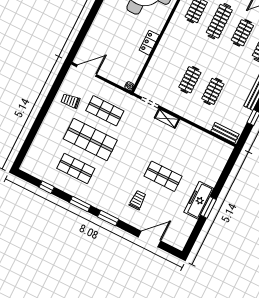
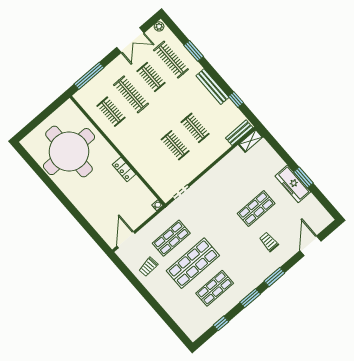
shelving: (167, 119) -> (251, 141), moved

